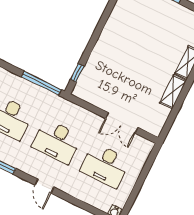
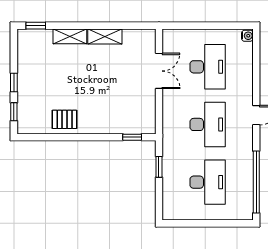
pallet: (120, 24) -> (65, 119), added
window: (41, 83) -> (159, 167), width x0.46

